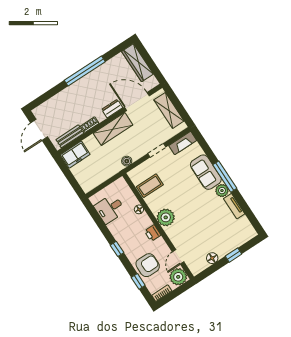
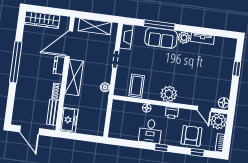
window: (225, 177) -> (159, 25), moved
desk: (110, 209) -> (150, 131), moved
floor lamp: (212, 258) -> (224, 103), moved

